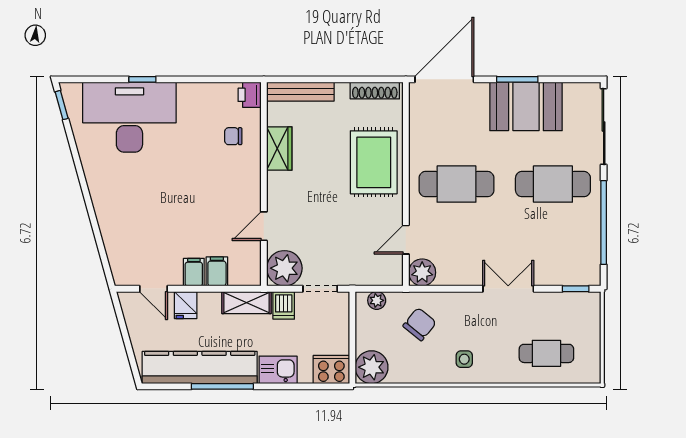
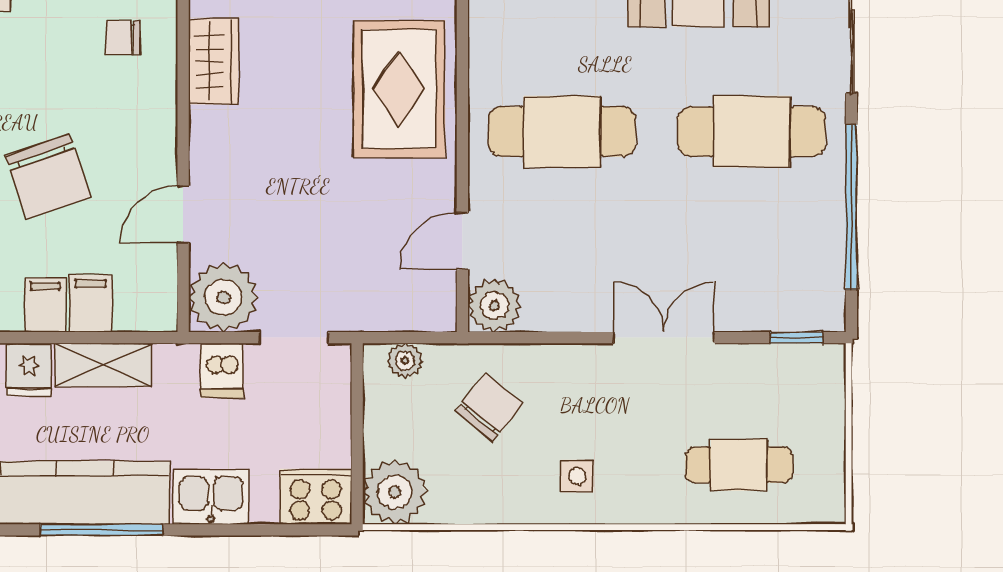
chair: (195, 207) -> (48, 176), added
shelving: (246, 303) -> (103, 365), moved

